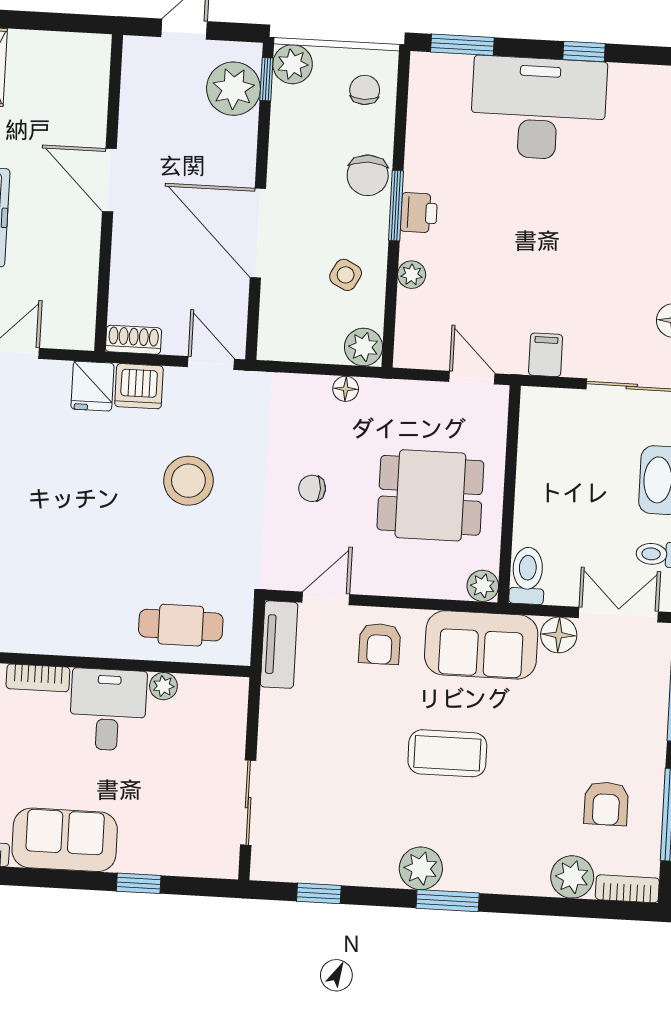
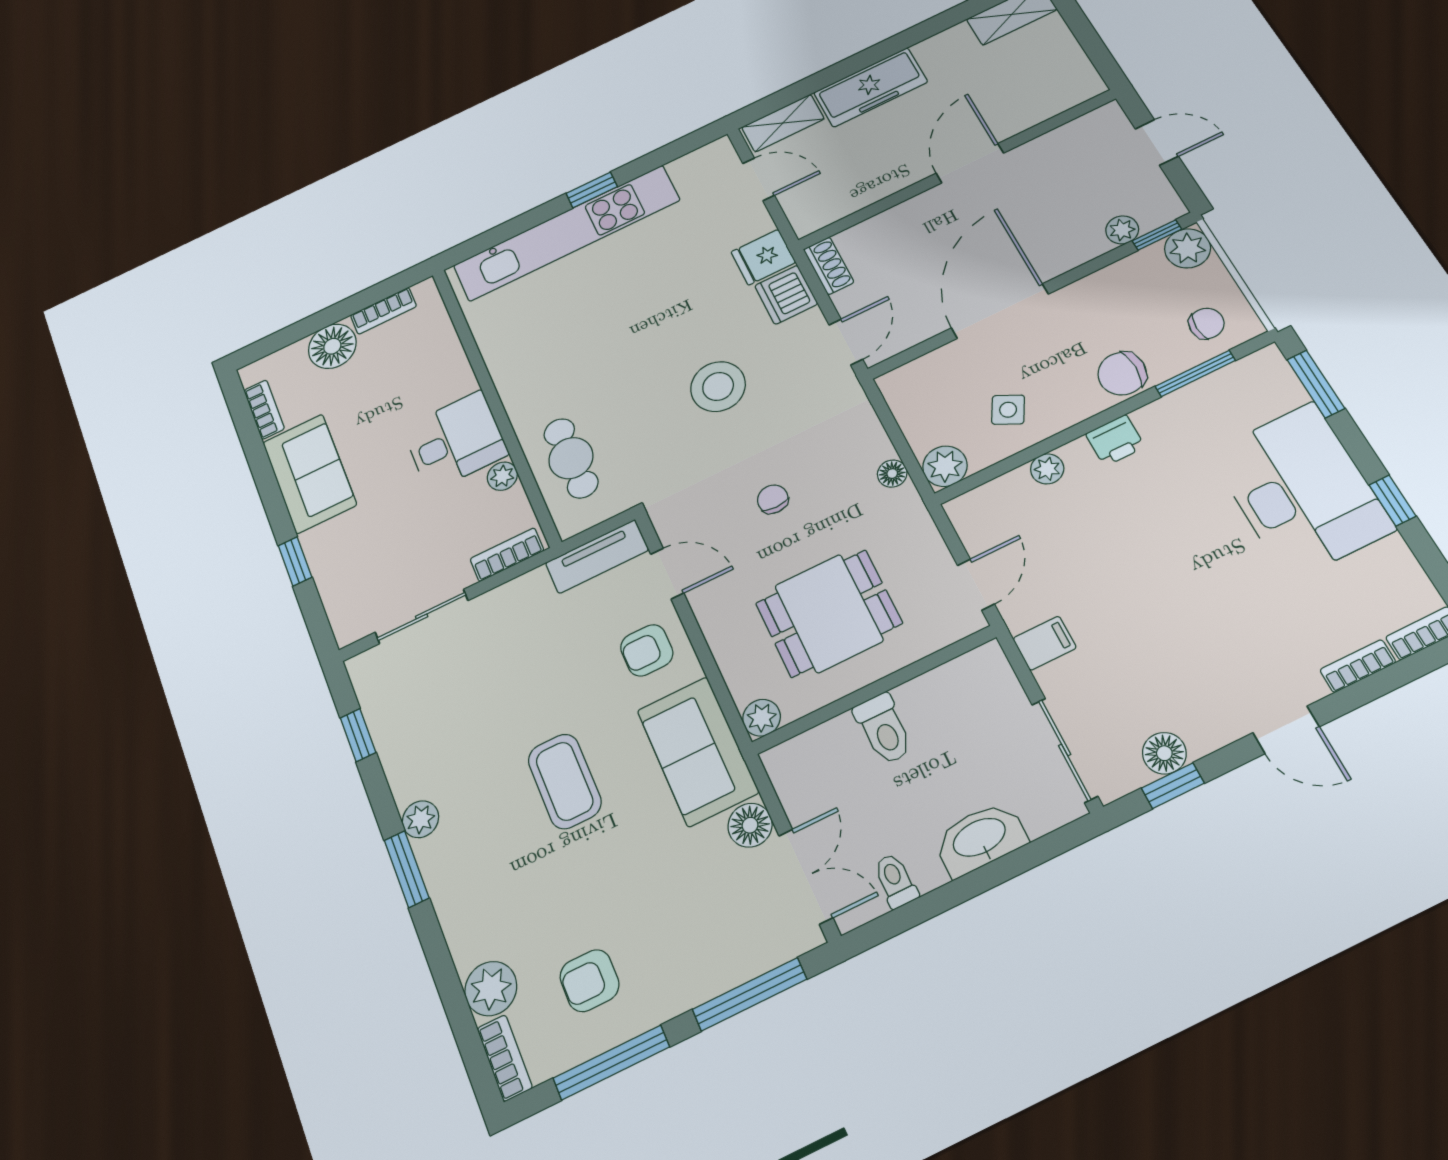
plant: (233, 89) -> (1122, 230), width x0.53, depth x0.53
window: (396, 206) -> (1195, 373), moved
dining table: (430, 495) -> (829, 613), turned 90
toilet: (527, 576) -> (884, 729), moved, turned 90
bookcase: (38, 678) -> (507, 555), moved, turned 90
plant: (421, 868) -> (420, 819), width x0.73, depth x0.73

